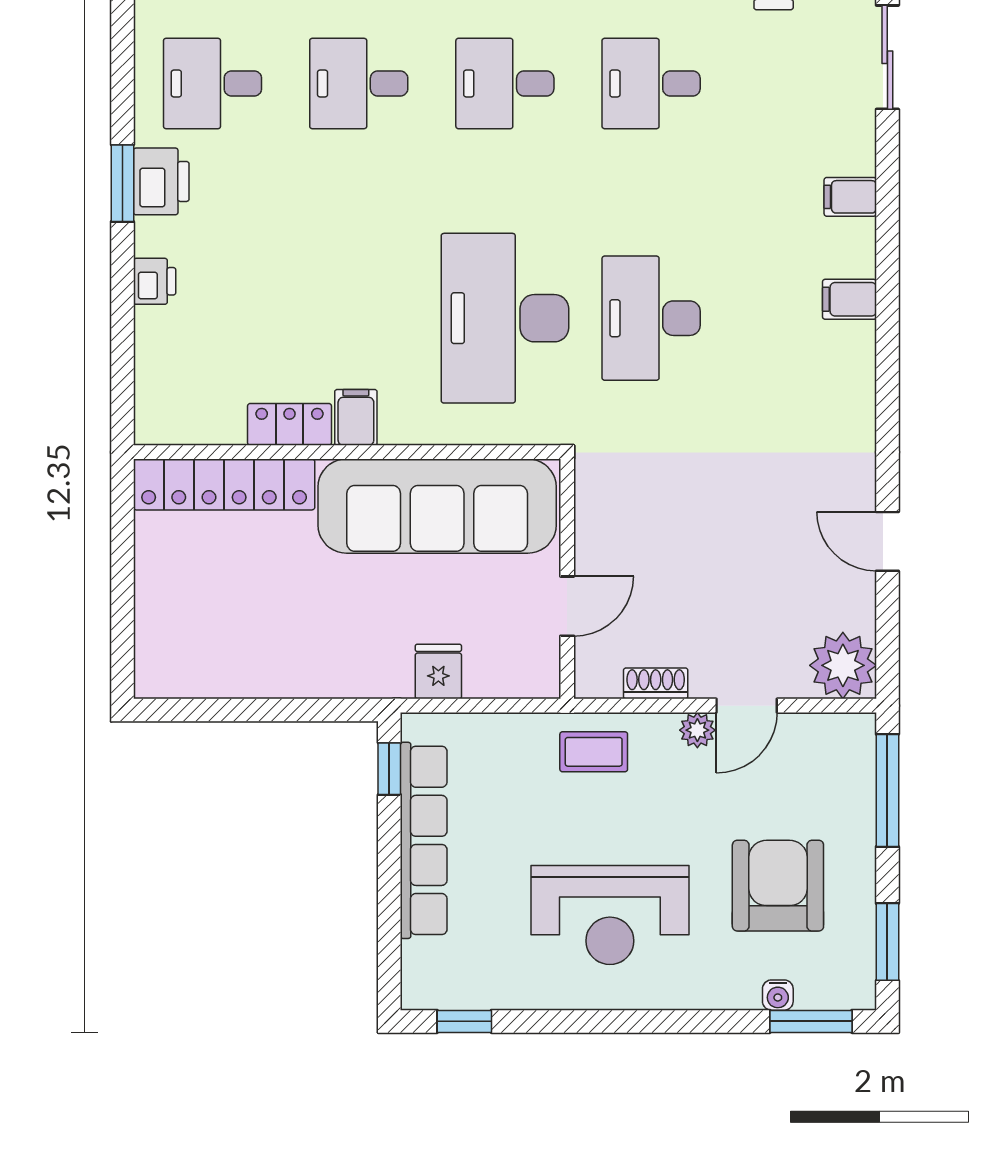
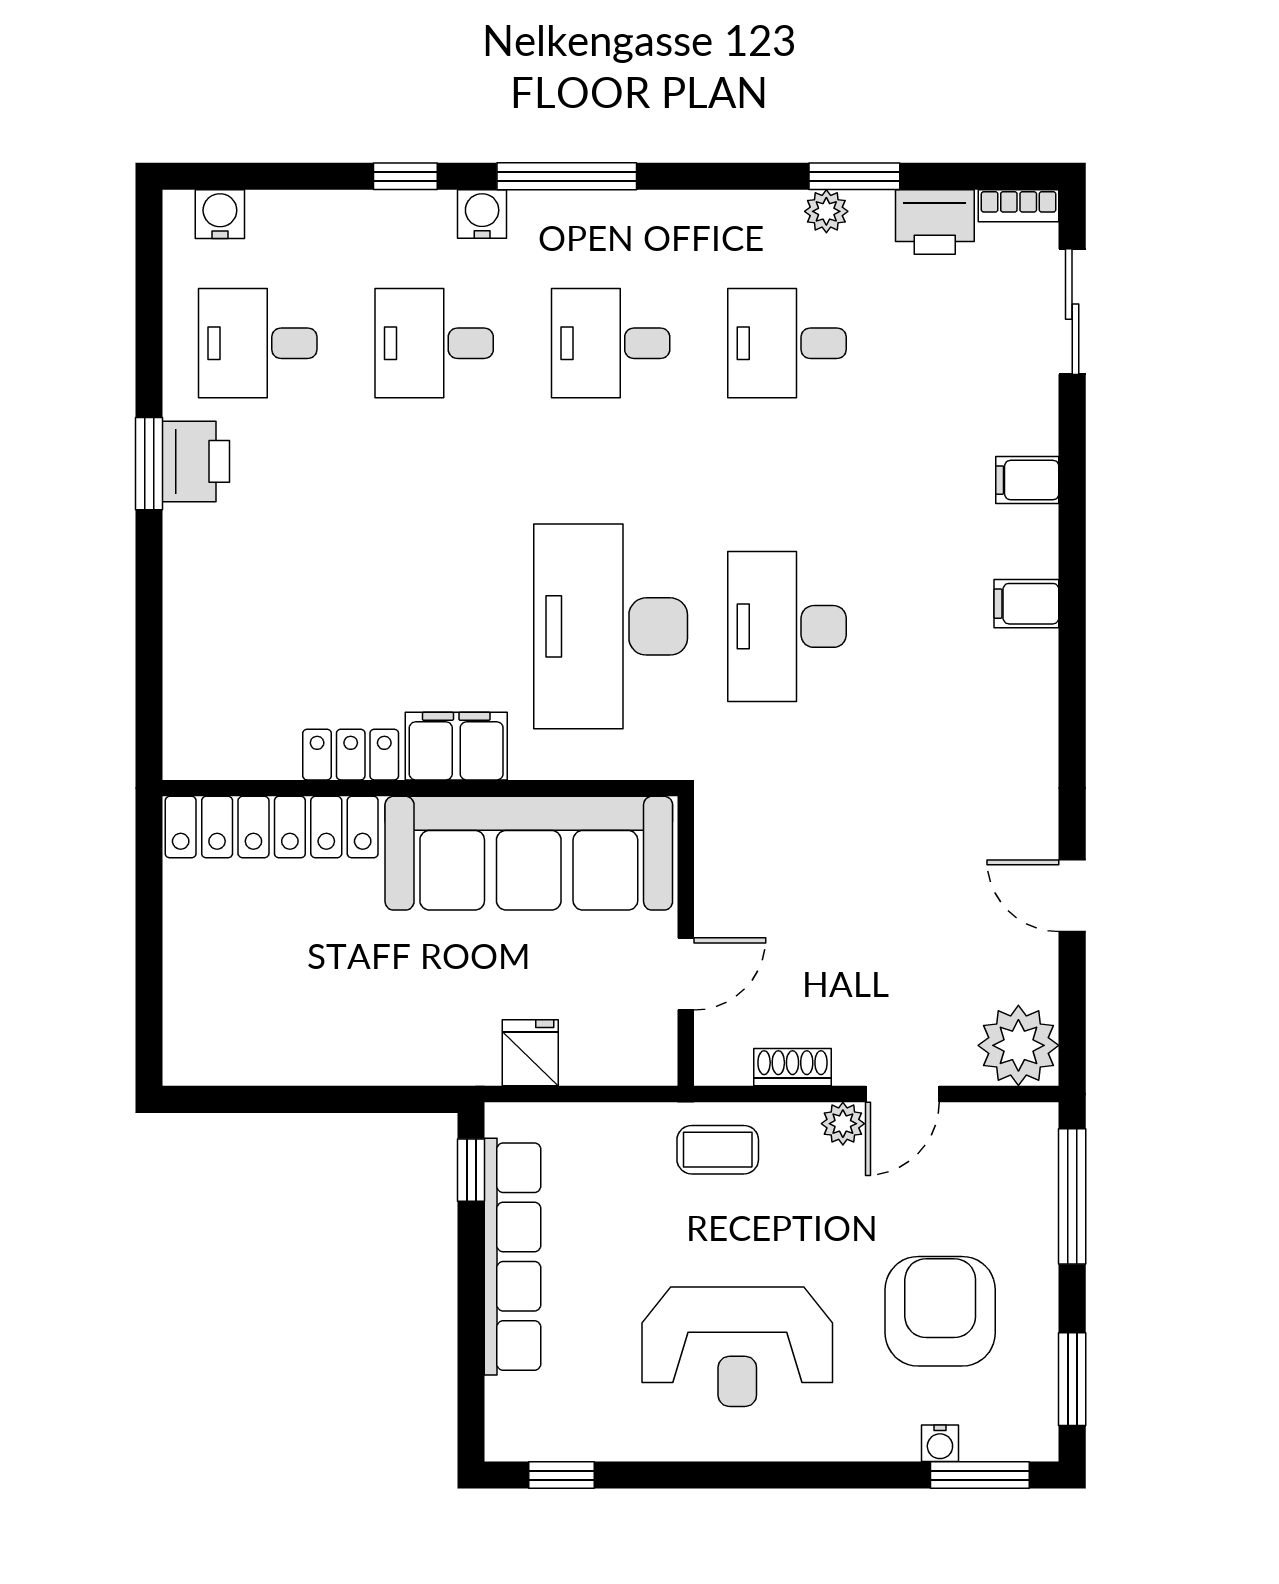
printer: (155, 281) -> (188, 582), removed
filing cabinet: (356, 417) -> (456, 746), width x2.00

